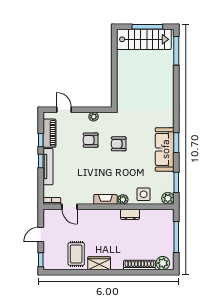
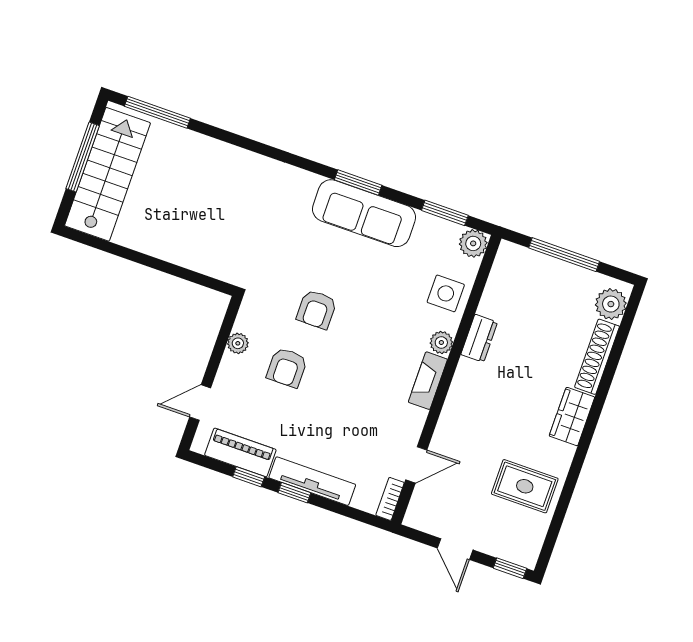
wardrobe: (99, 263) -> (572, 417), moved

